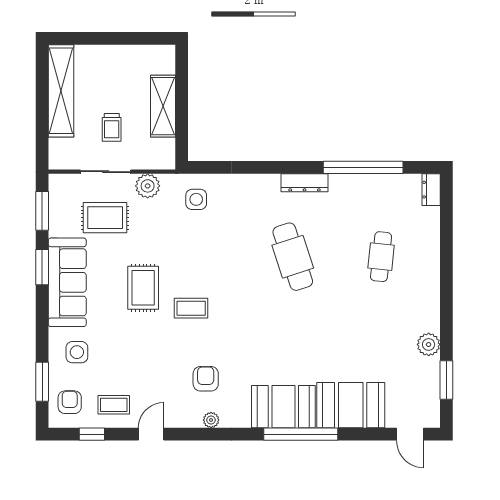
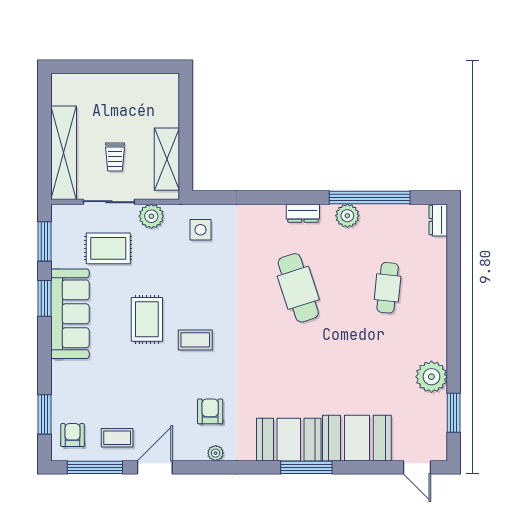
shelving: (61, 91) -> (64, 153), moved
shelving: (163, 106) -> (167, 159), moved
dresser: (305, 183) -> (303, 213), width x0.70
plant: (341, 185) -> (347, 216), added
plant: (429, 344) -> (431, 377), width x1.36, depth x1.36
side table: (77, 352) -> (80, 384), removed
window: (92, 434) -> (95, 467), width x2.17
door: (151, 434) -> (155, 467), width x1.38
window: (301, 434) -> (306, 467), width x0.68

